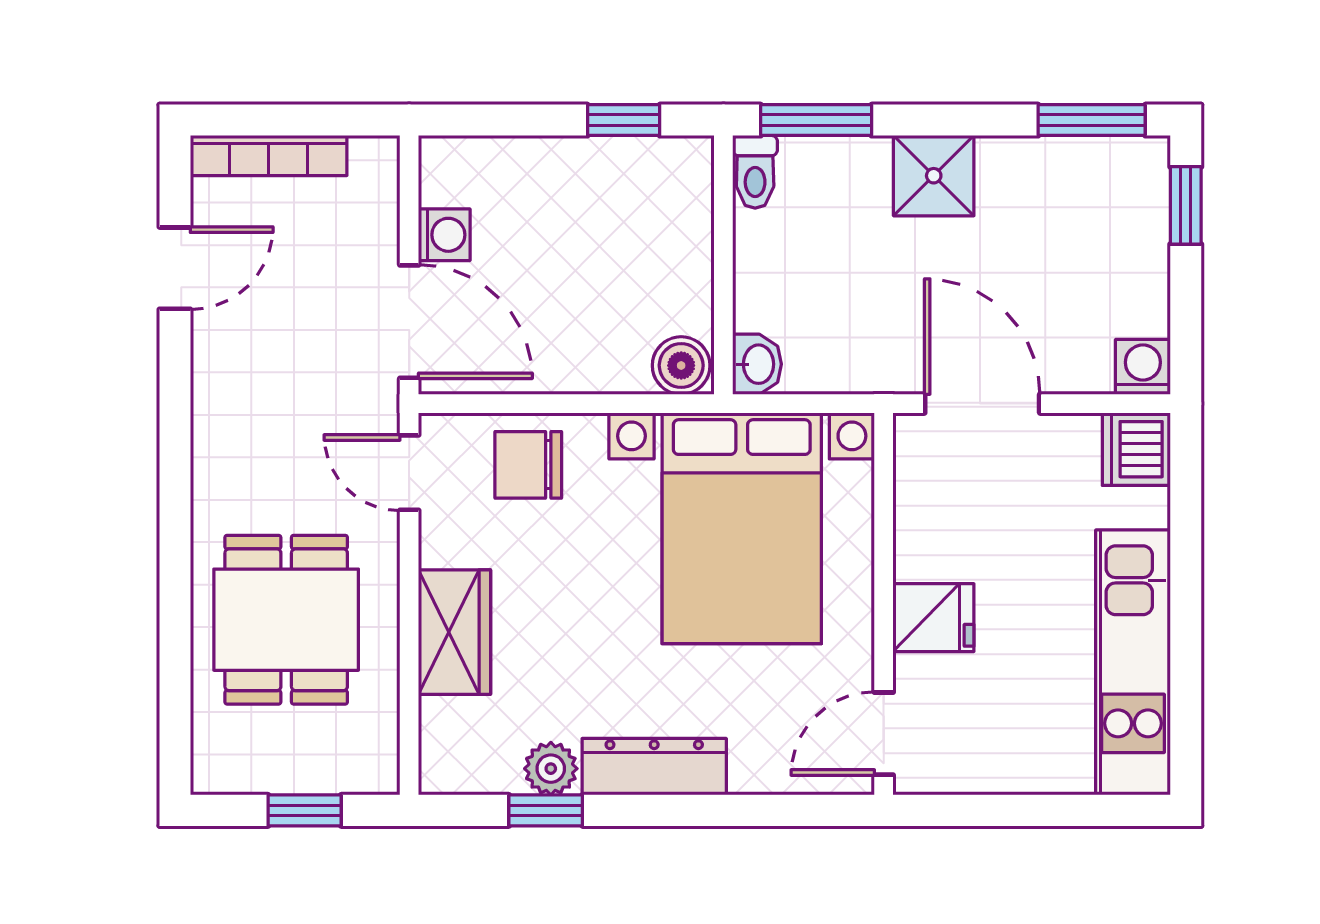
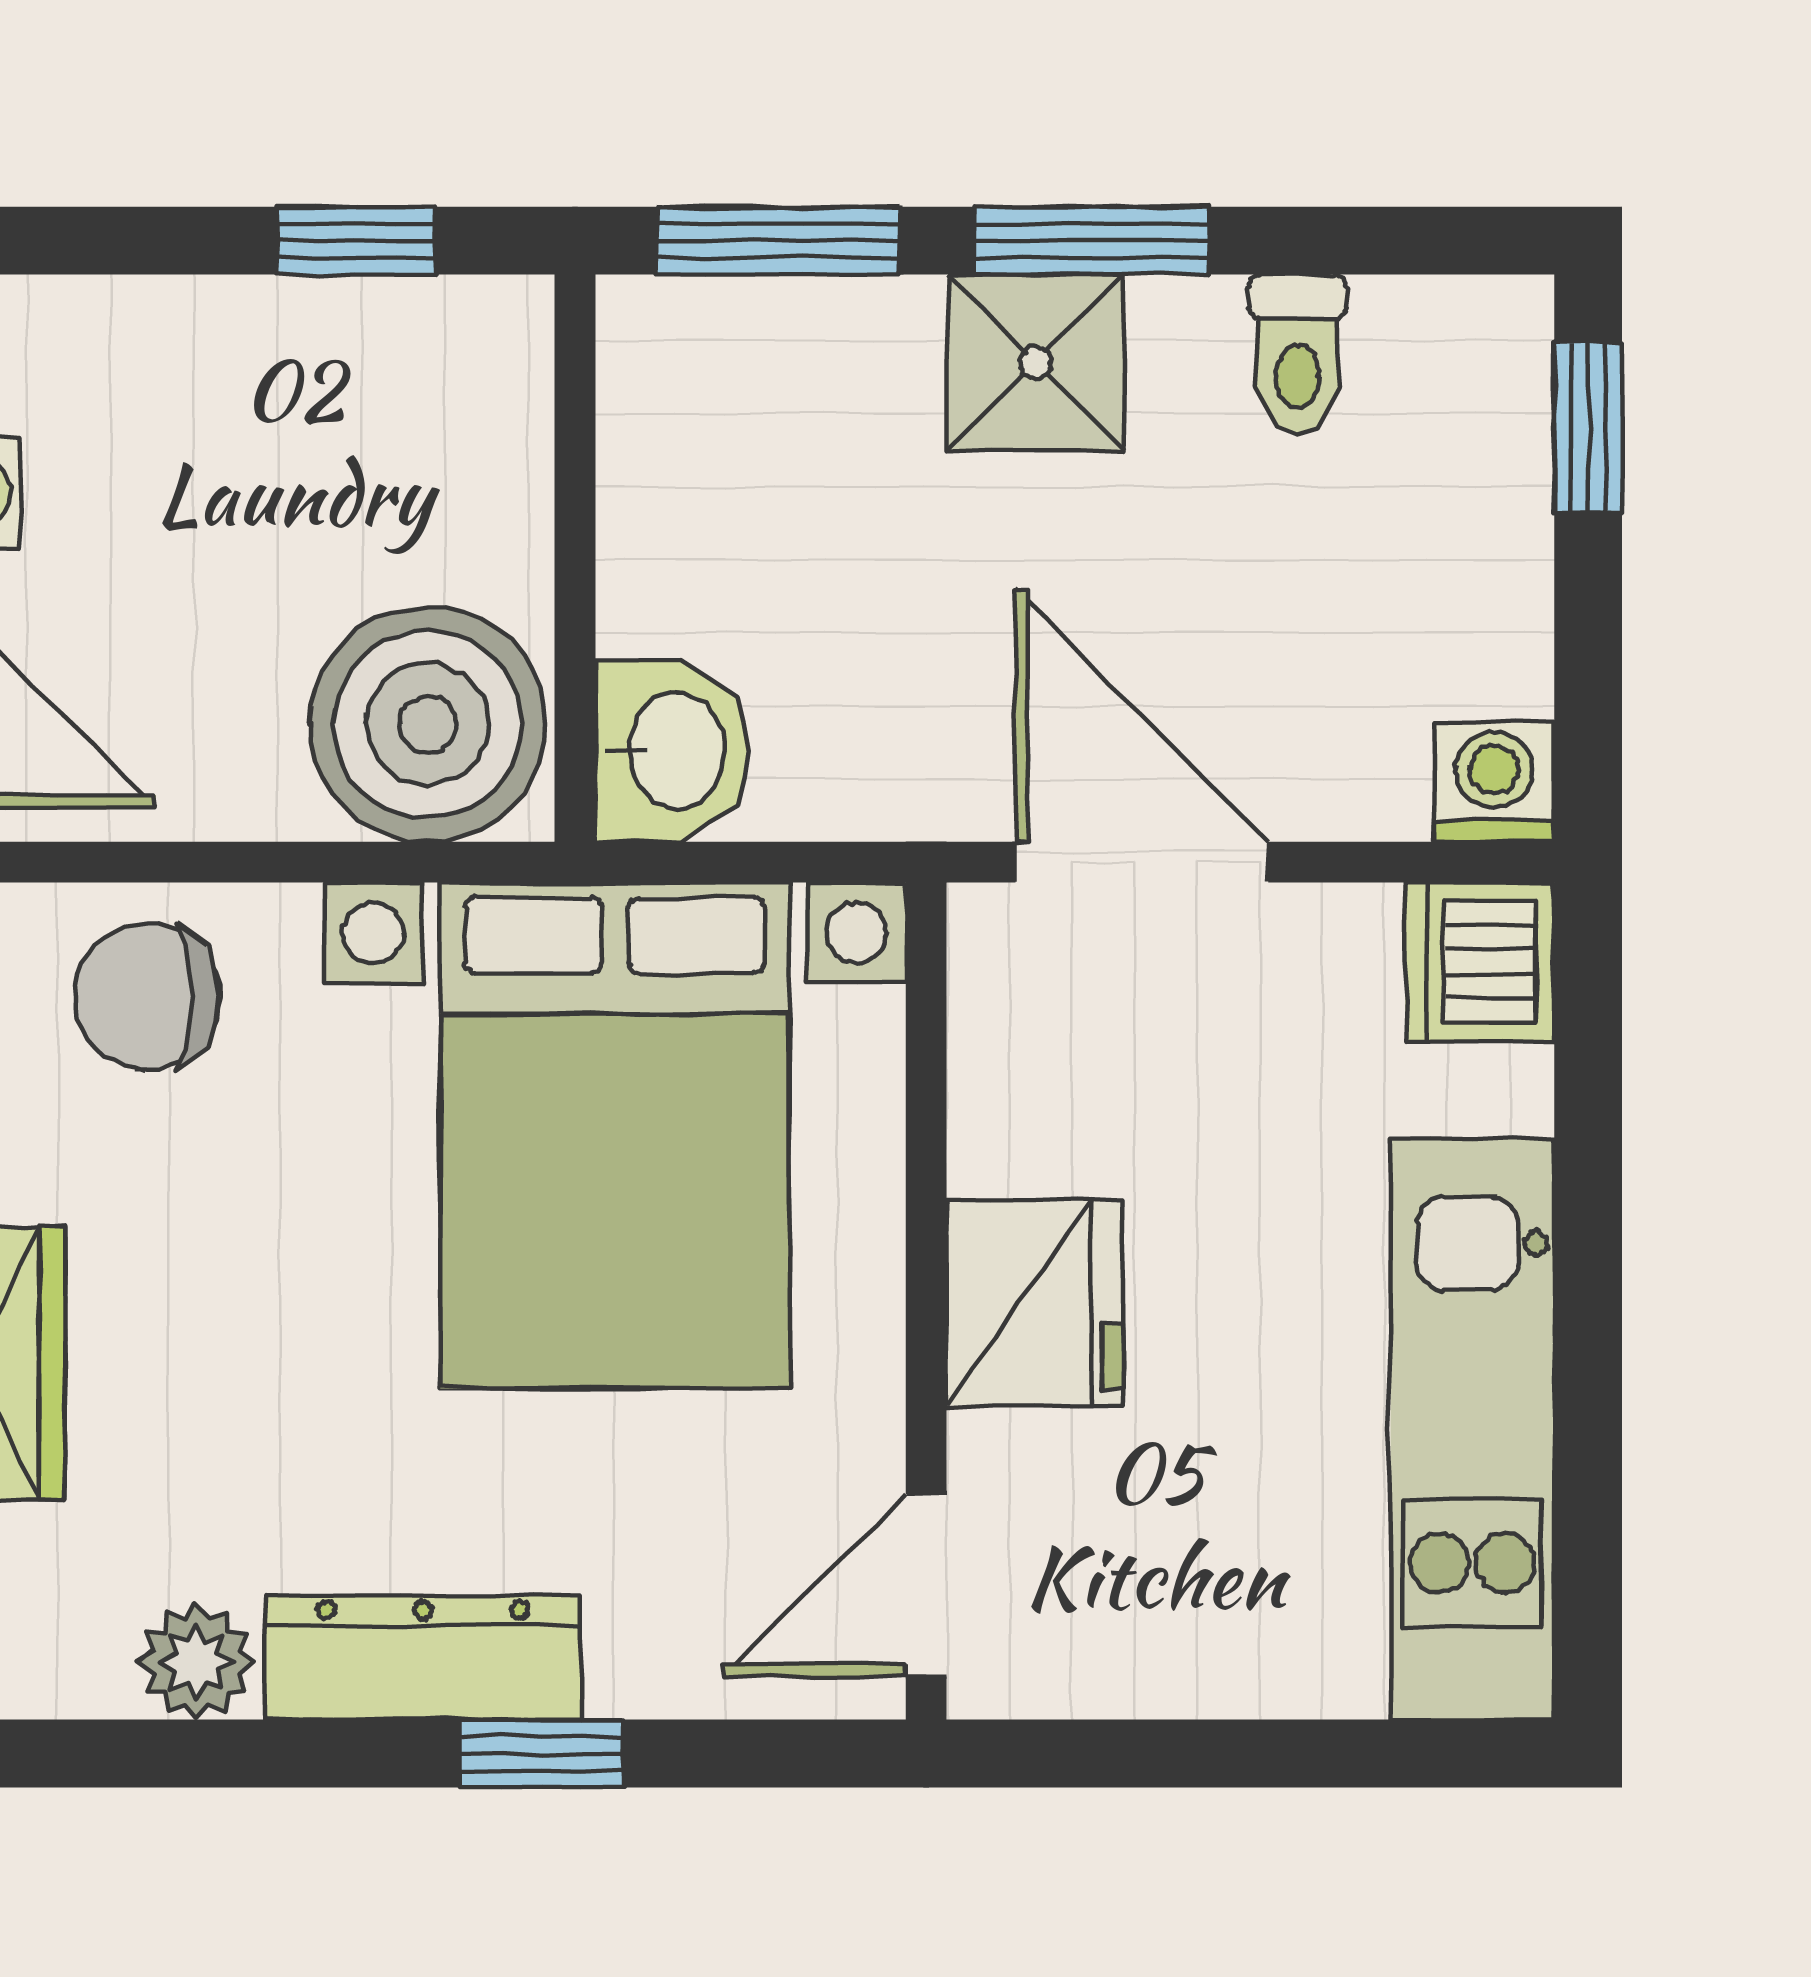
window: (1092, 120) -> (1092, 241), moved
toilet: (755, 172) -> (1298, 354), moved
washbasin: (757, 364) -> (672, 751), width x1.38, depth x1.45
boiler: (681, 365) -> (428, 724), width x1.86, depth x1.86
fridge: (933, 618) -> (1035, 1303), width x1.38
window: (546, 810) -> (541, 1754), moved

